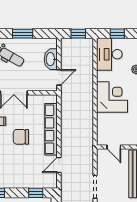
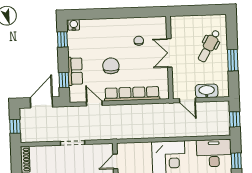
chair: (21, 137) -> (111, 66), moved
row of seats: (28, 182) -> (75, 71), added

